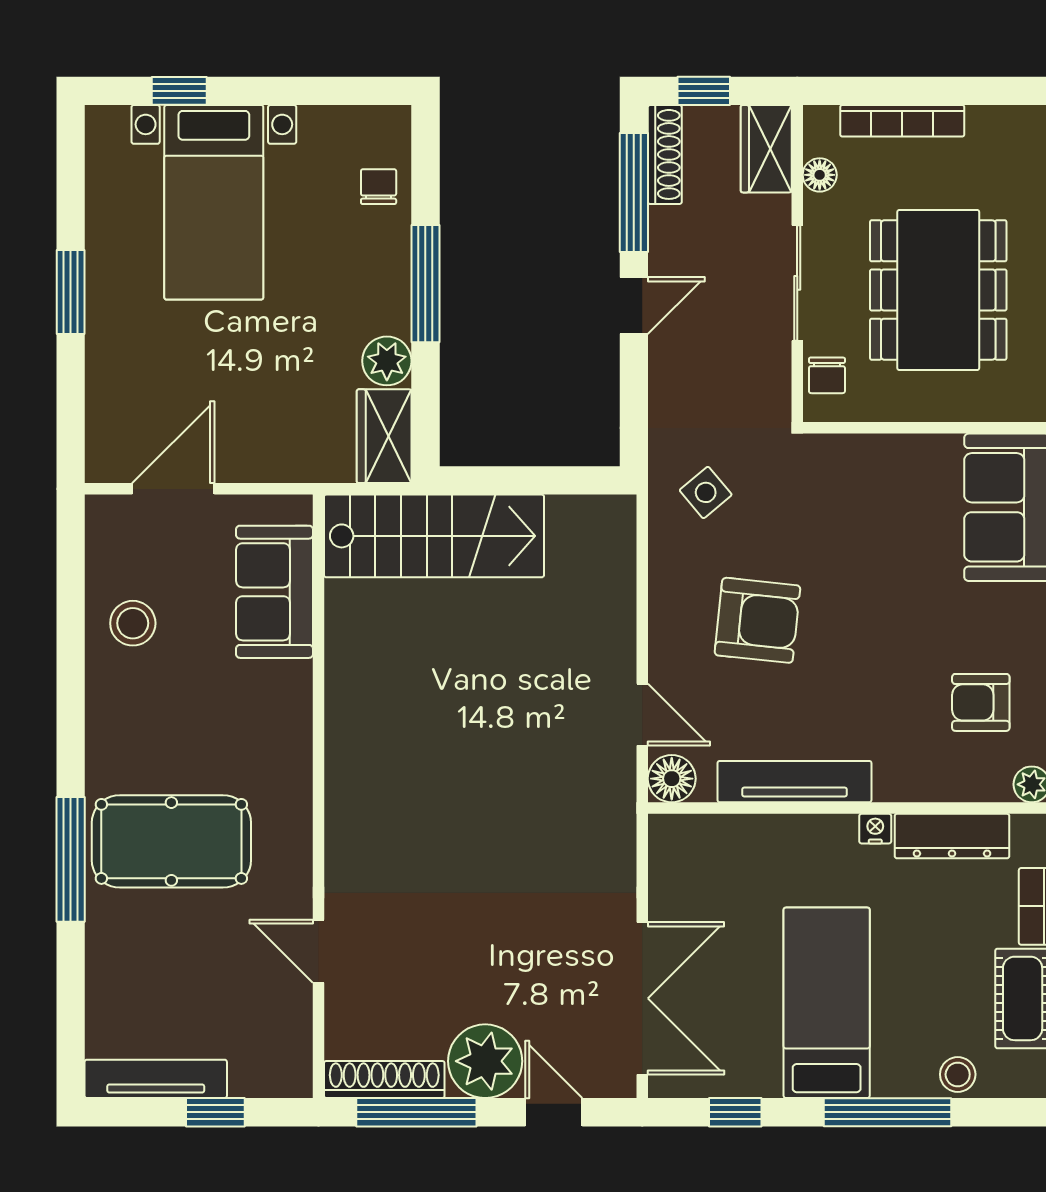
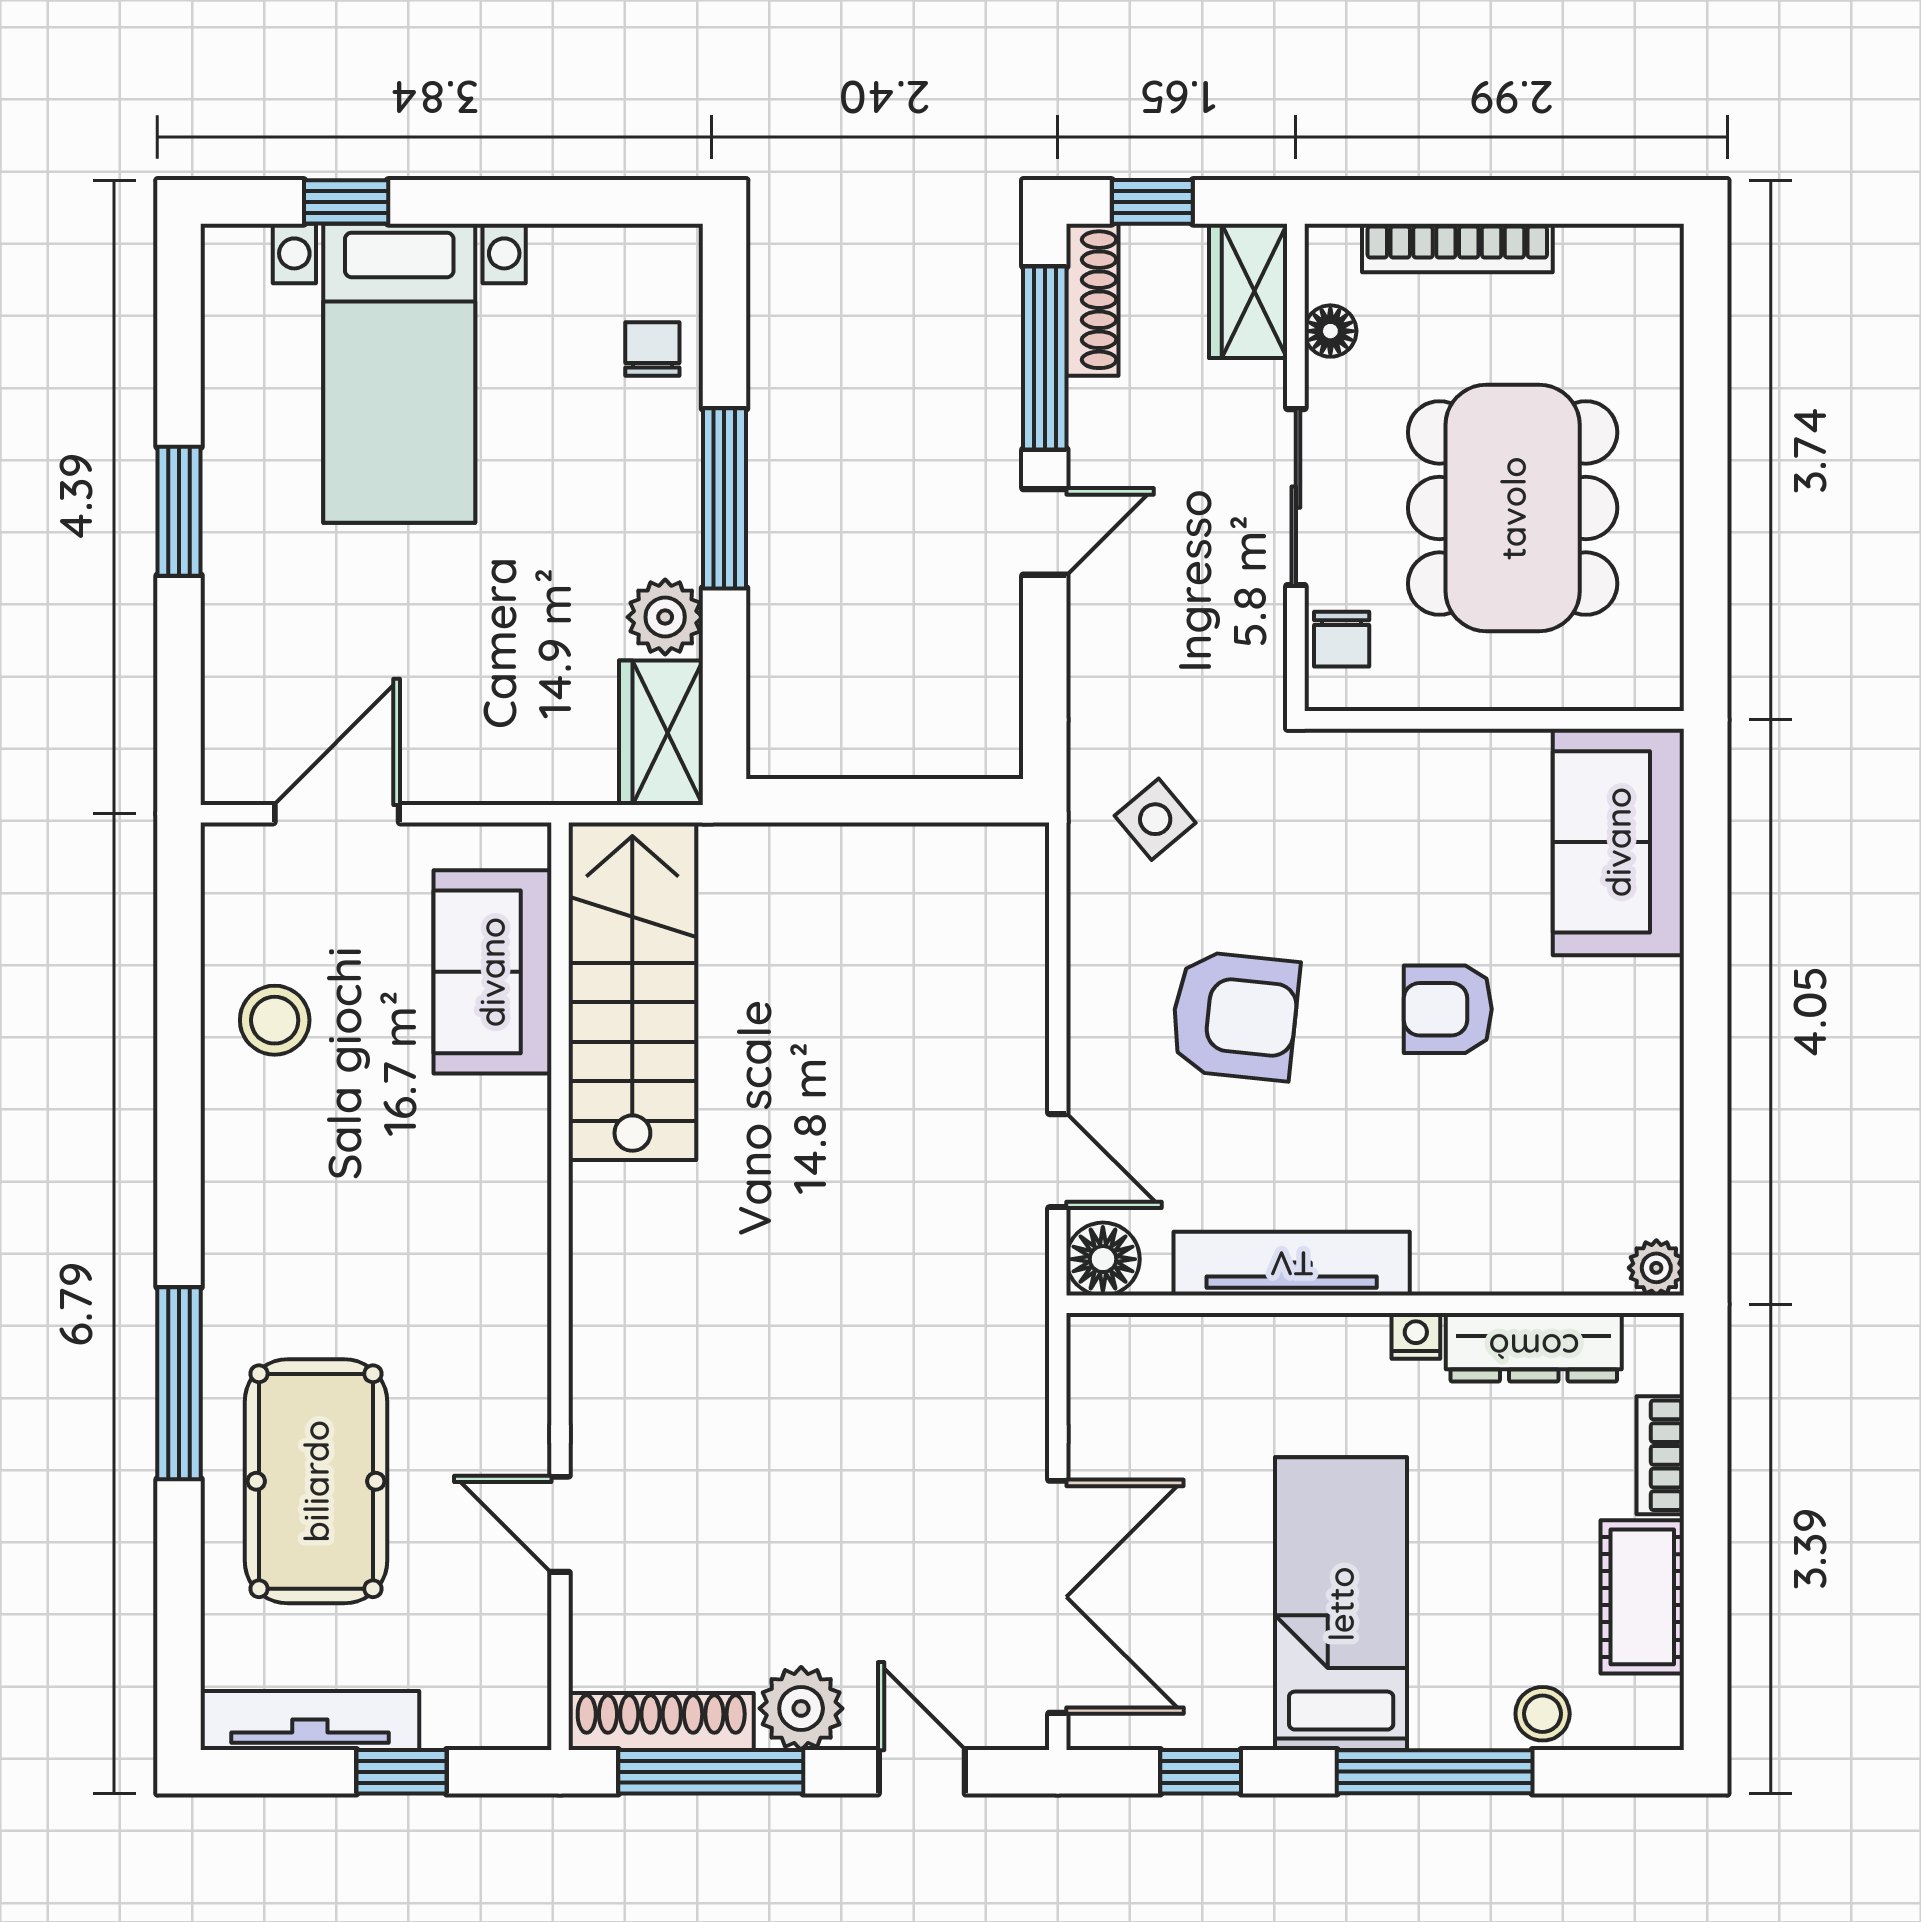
stairs: (434, 536) -> (632, 991), moved, turned -90
armchair: (981, 702) -> (1448, 1009), moved
pool table: (171, 841) -> (316, 1481), moved, turned 90
plant: (485, 1061) -> (801, 1708), width x0.73, depth x0.73

